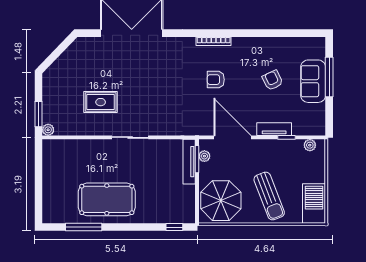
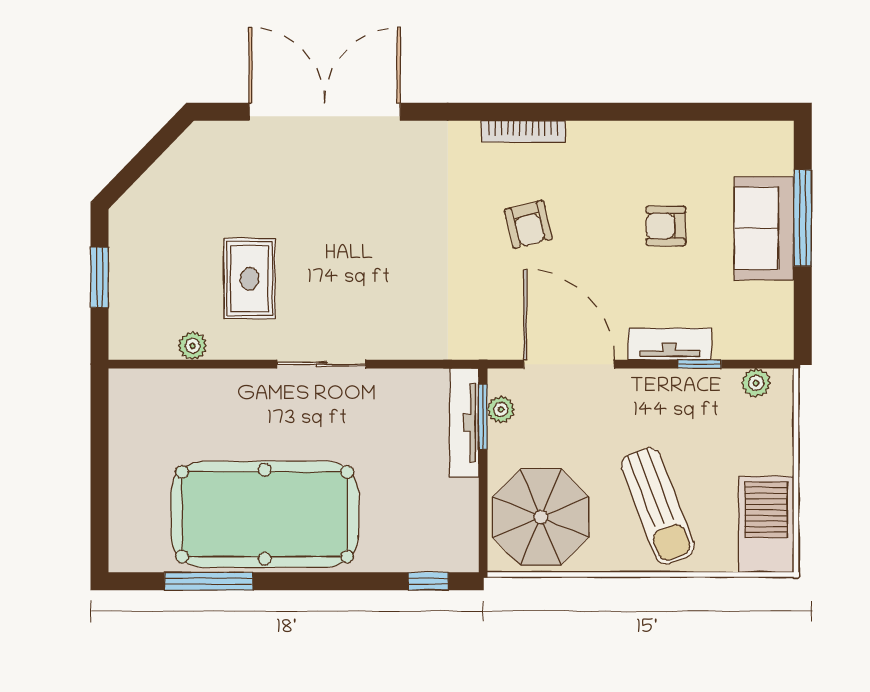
armchair: (216, 80) -> (528, 224), turned -104
armchair: (273, 80) -> (666, 226), turned -65
rug: (101, 102) -> (250, 279), turned 90
window: (39, 114) -> (100, 277), moved
plant: (48, 130) -> (193, 346), moved
pool table: (107, 199) -> (265, 514), width x1.36, depth x1.32

